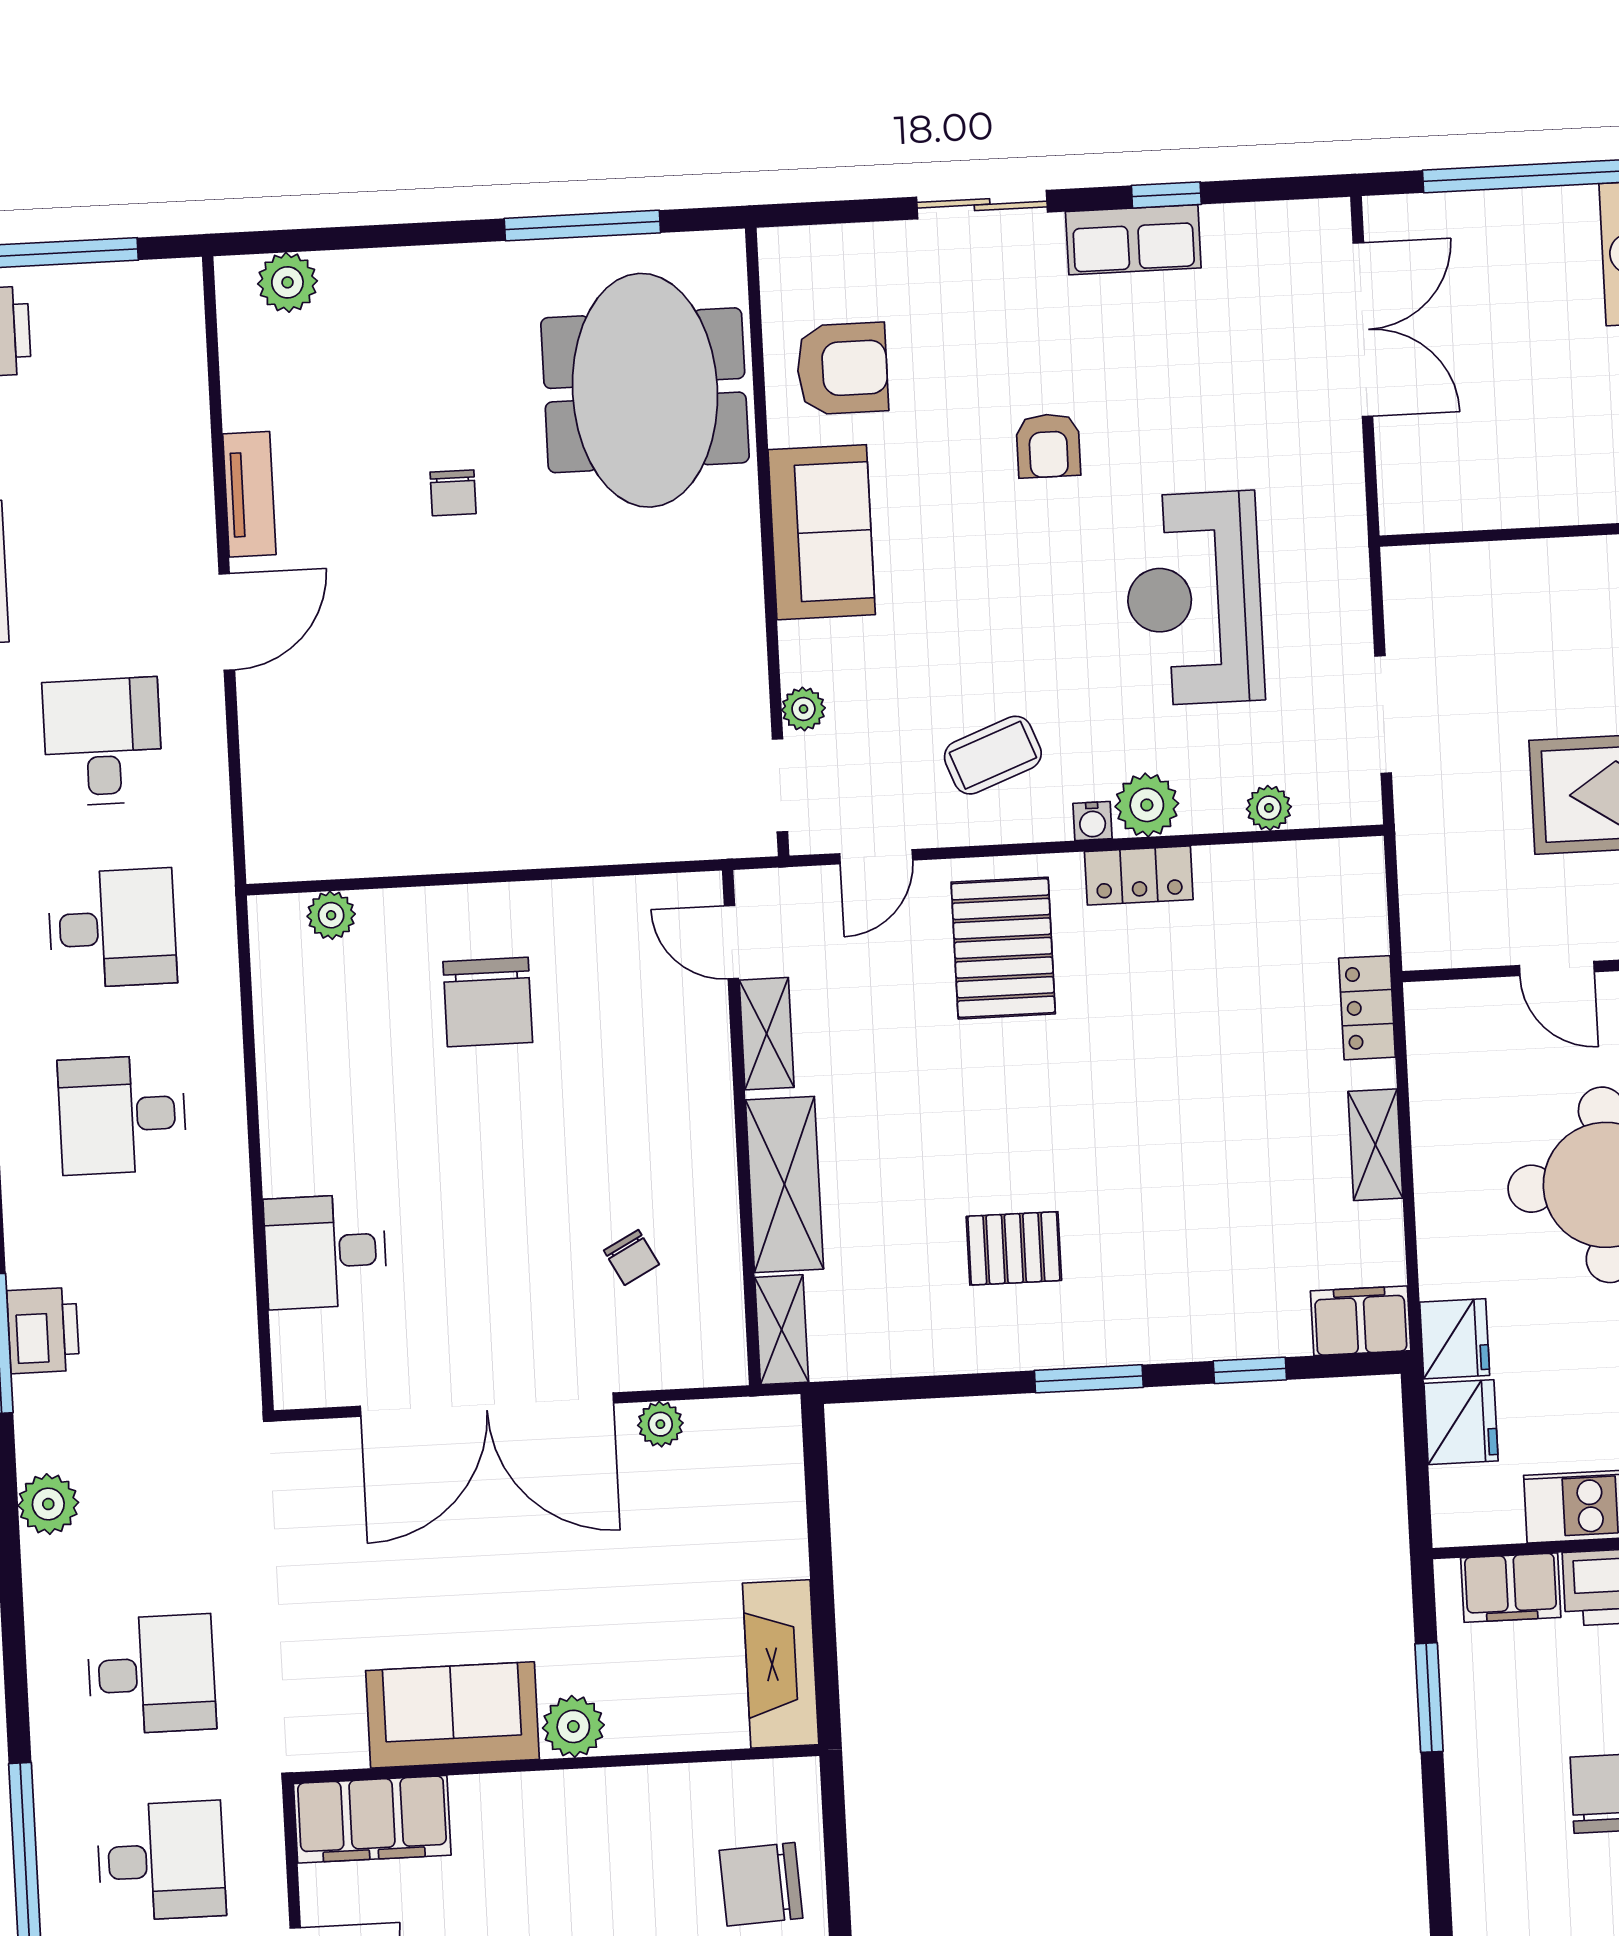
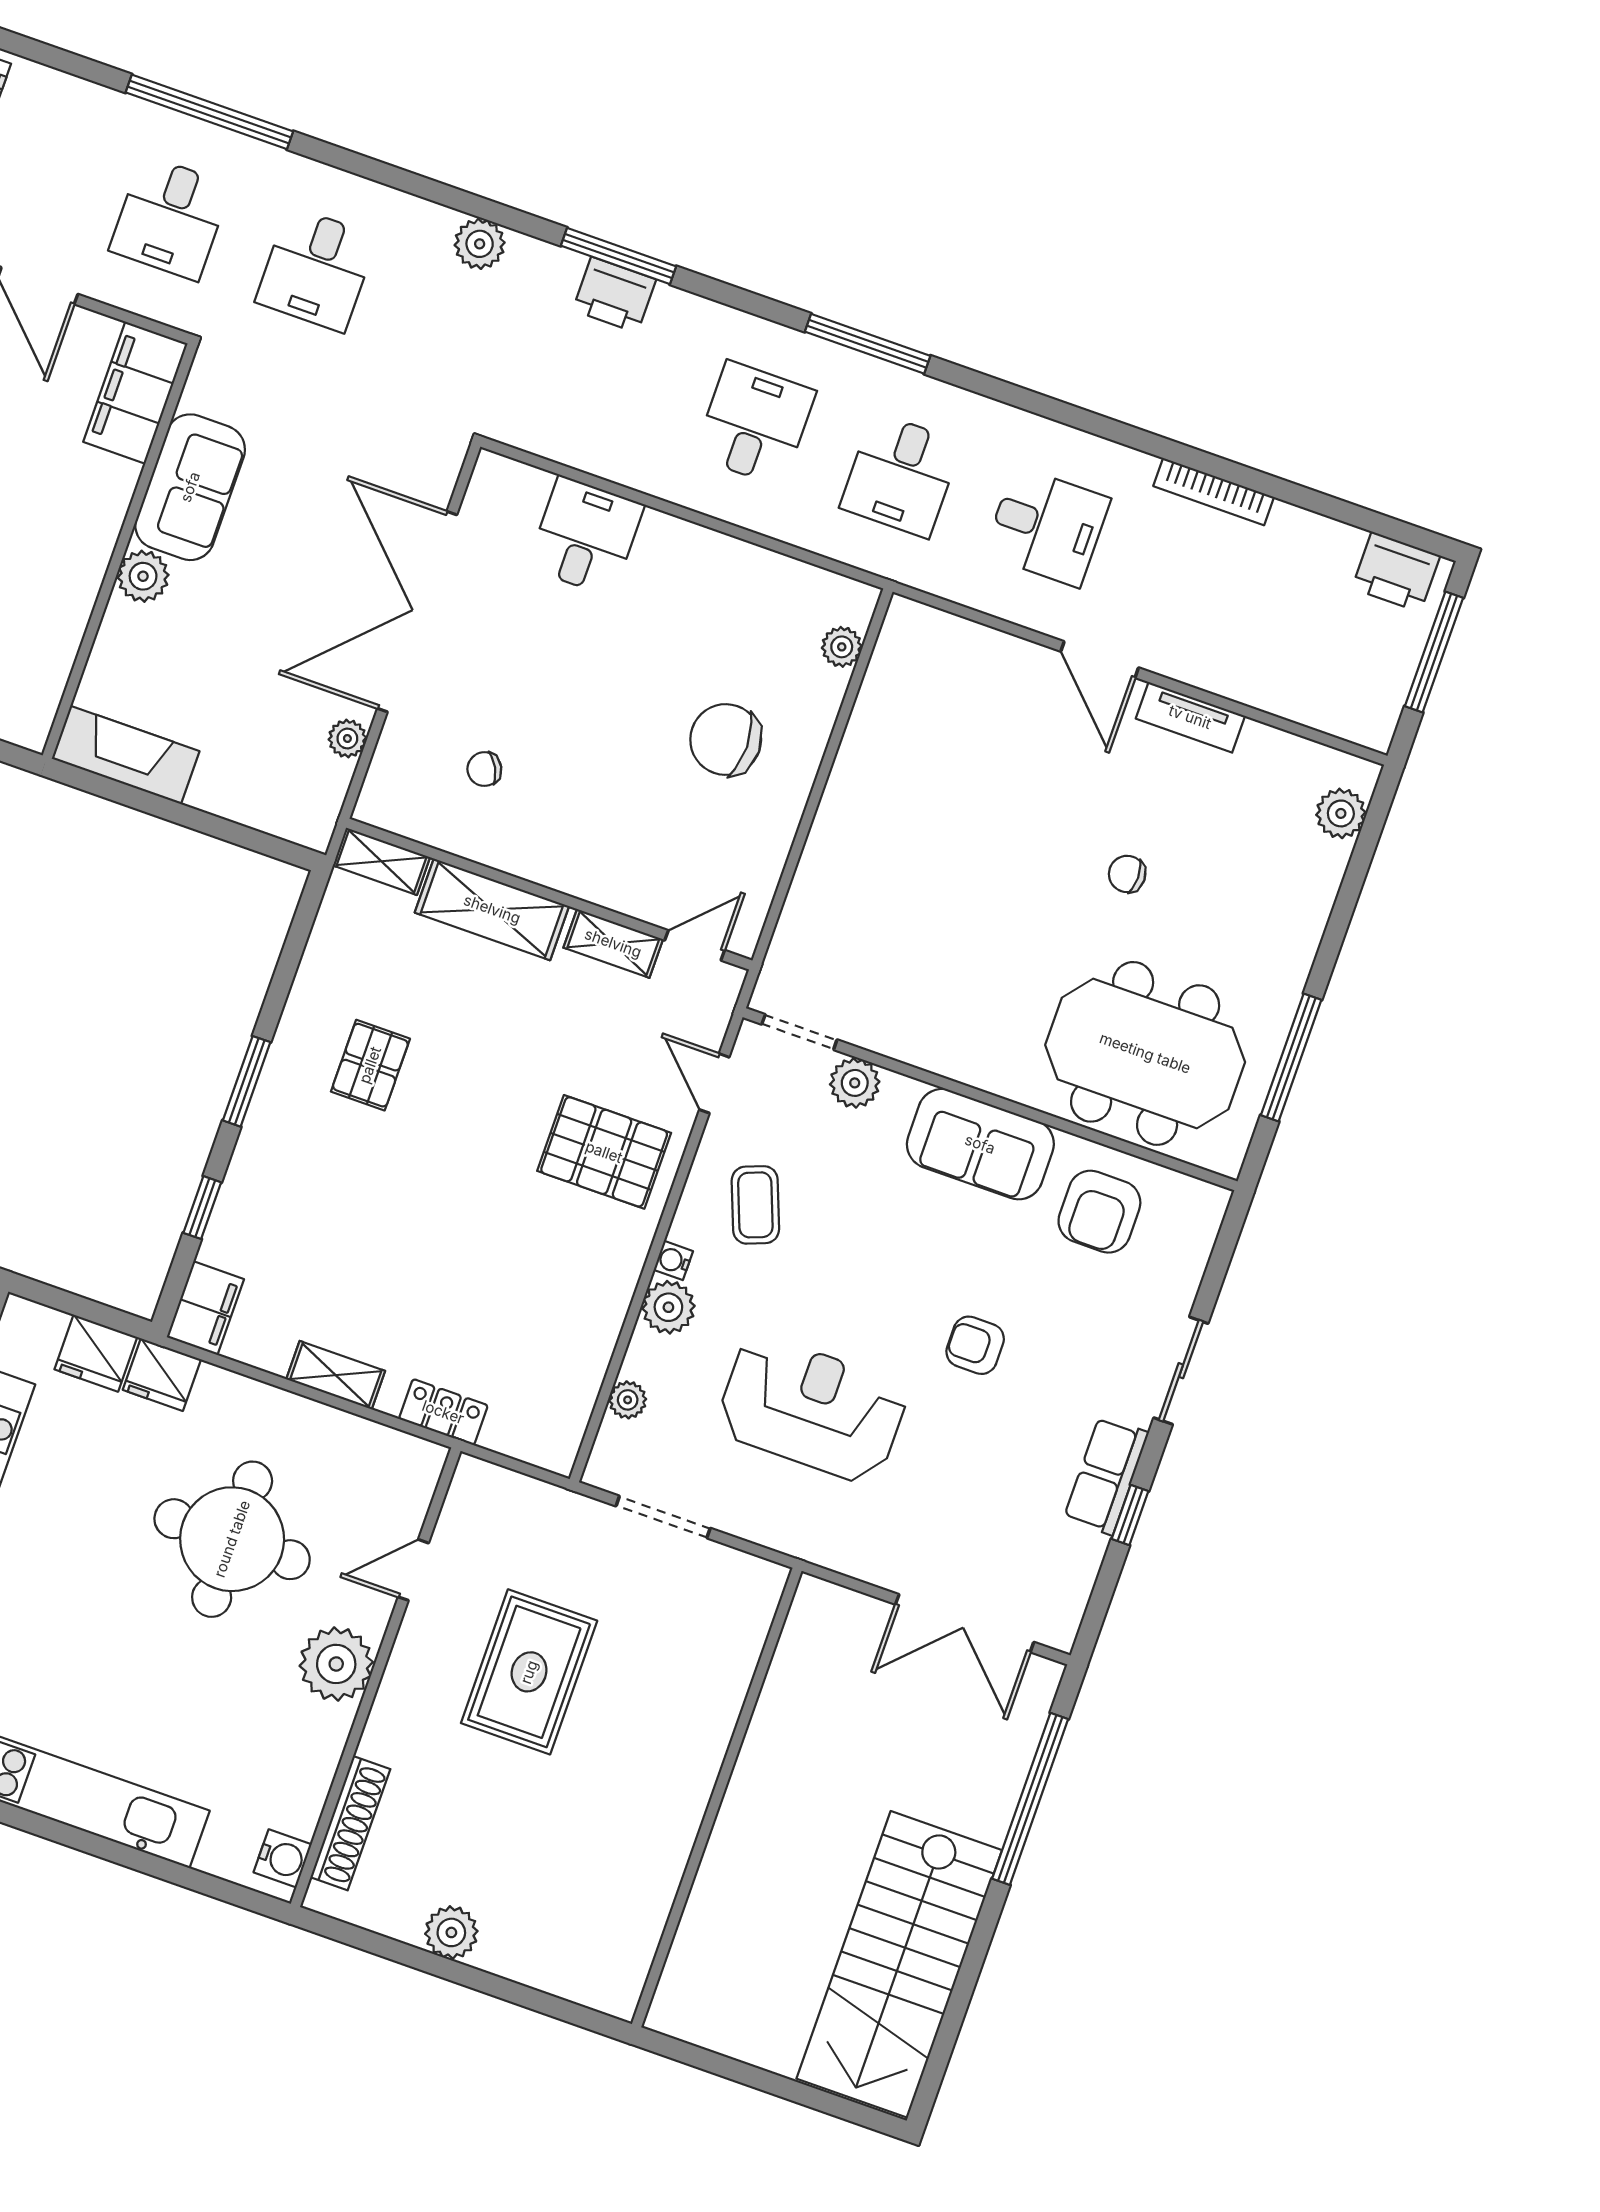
plant: (803, 709) -> (855, 1083), width x1.38, depth x1.38
locker: (1139, 876) -> (617, 1279), removed

